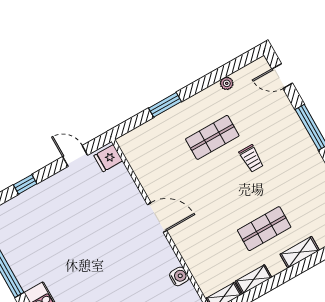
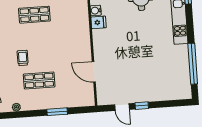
fridge: (108, 158) -> (99, 22), moved
window: (25, 184) -> (142, 106), moved
door: (157, 218) -> (94, 72), moved

